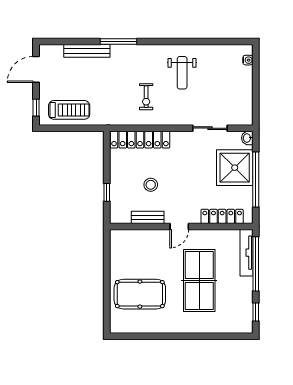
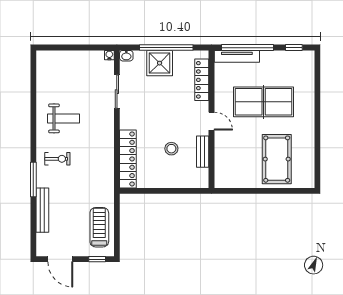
water cooler: (248, 60) -> (109, 55), moved
exercise bike: (146, 97) -> (57, 159), moved
shower: (235, 168) -> (160, 63), width x0.73, depth x0.73
window: (107, 192) -> (179, 191), removed

